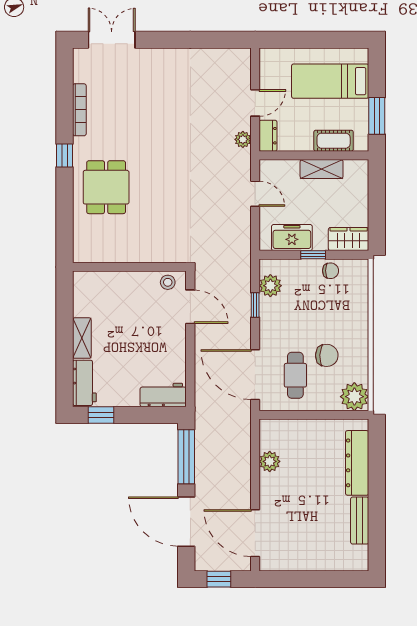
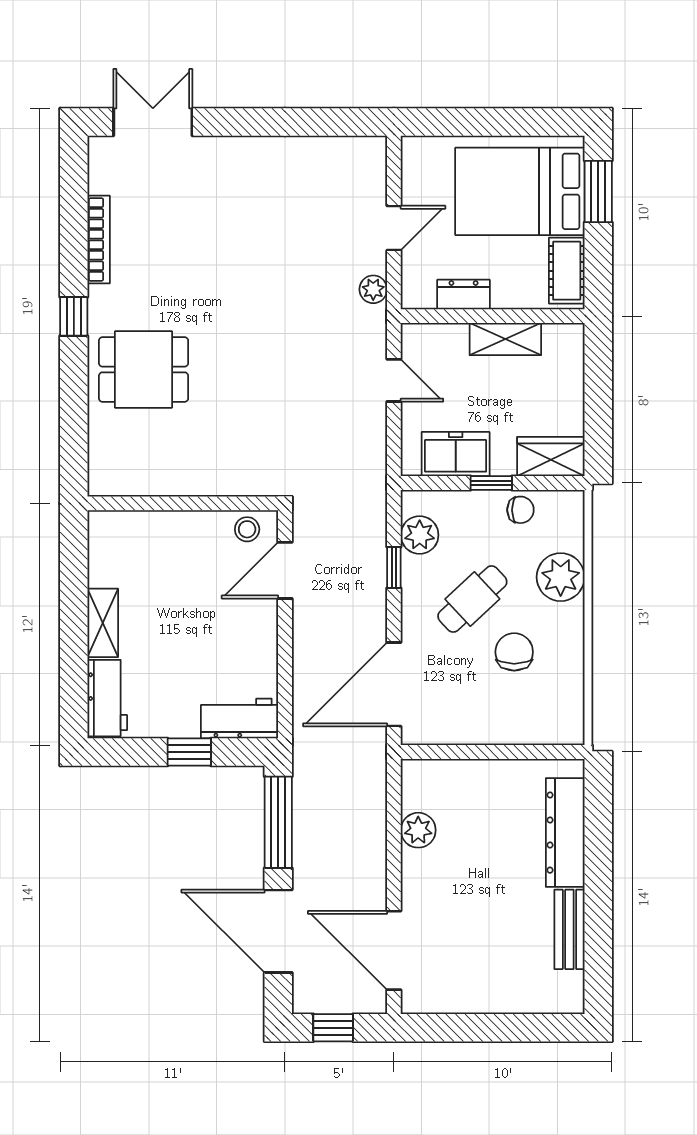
bed: (330, 81) -> (520, 191), width x1.50
window: (377, 116) -> (598, 192), moved
dresser: (268, 136) -> (464, 295), moved, turned -90
cot: (334, 141) -> (567, 271), moved, turned 90
dining table: (106, 187) -> (144, 369), turned 90
door: (190, 307) -> (285, 570), swing flipped
chair: (327, 355) -> (514, 652), turned -92
door: (255, 375) -> (394, 684), hinge flipped
cafe table: (295, 375) -> (472, 599), moved, turned 47
plant: (354, 397) -> (561, 577), moved
window: (101, 415) -> (189, 752), moved

